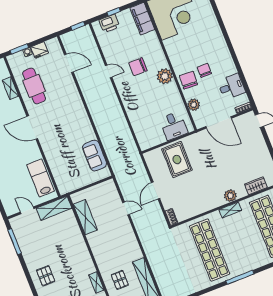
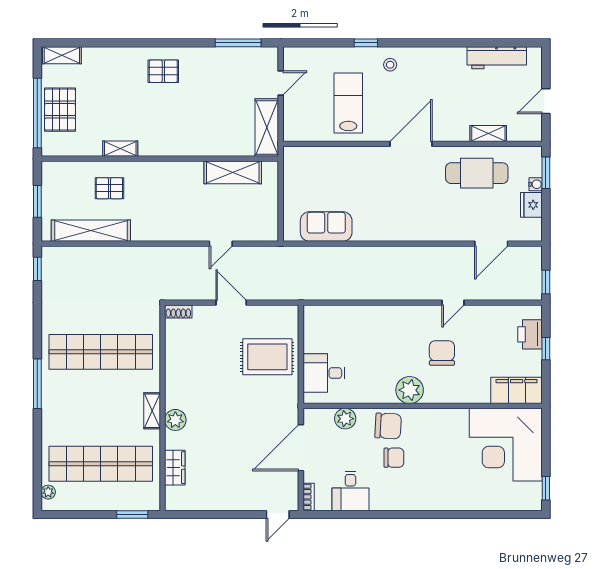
lab bench: (41, 178) -> (348, 103), moved, turned -90

